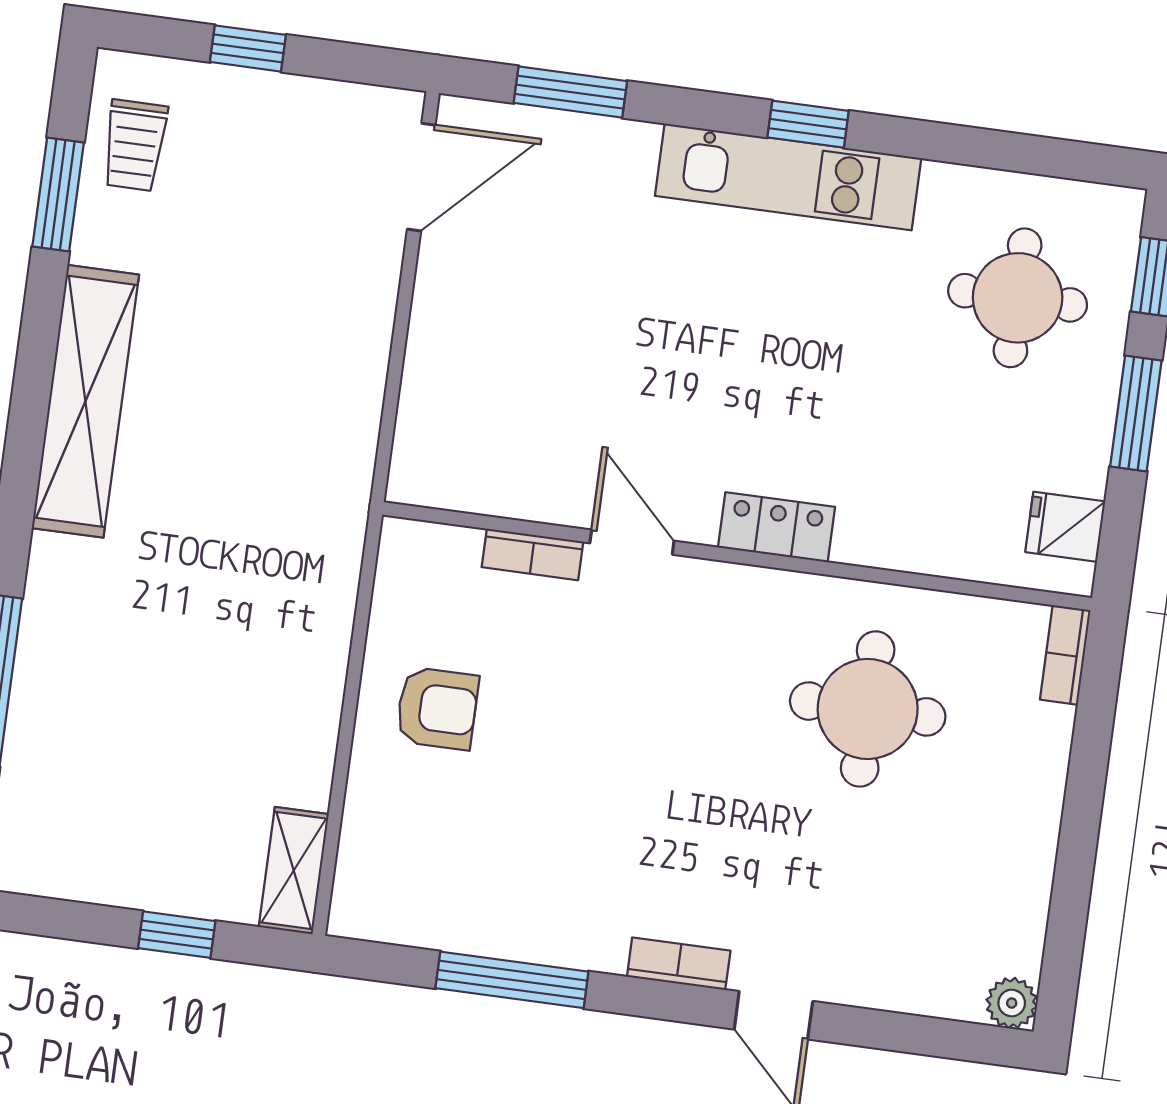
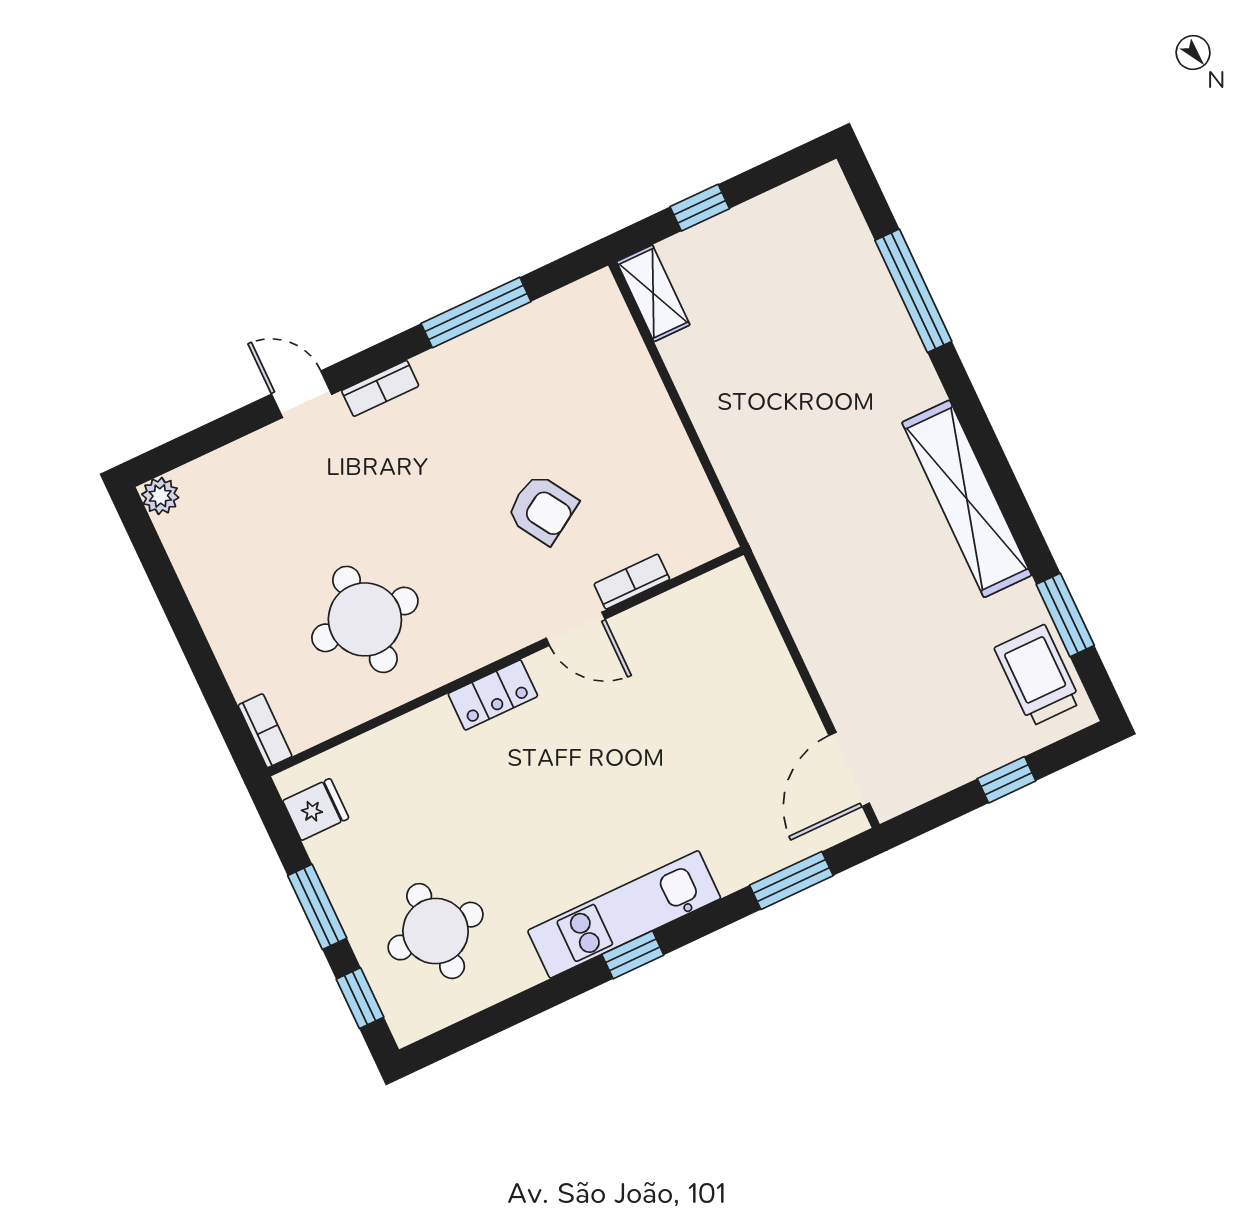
trolley: (135, 145) -> (1038, 675), width x1.36, depth x1.39
armchair: (437, 708) -> (542, 509), moved, turned -122

